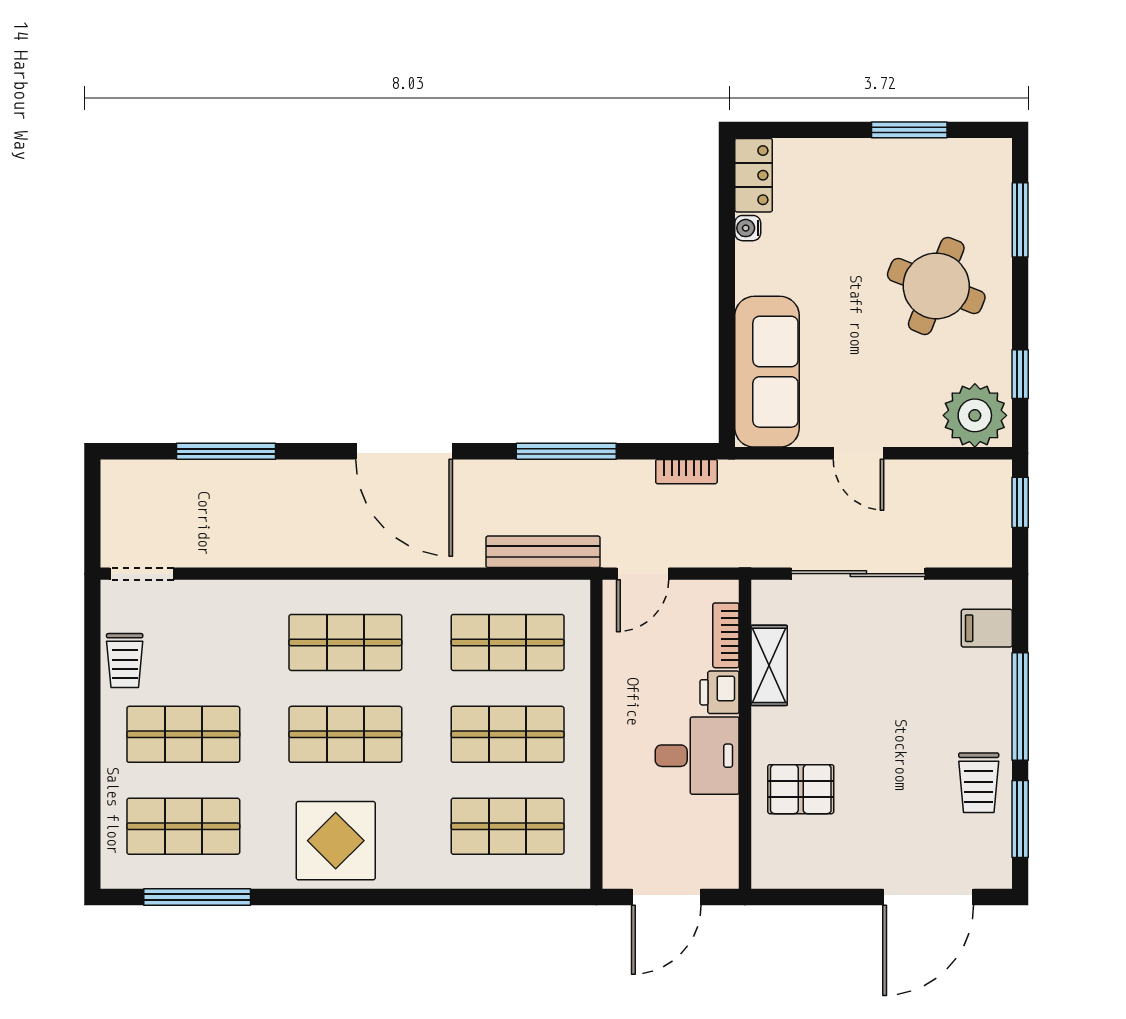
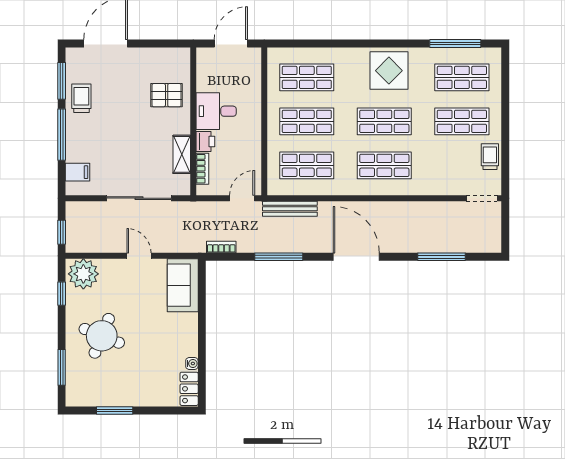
sofa: (767, 372) -> (183, 285), width x0.73

